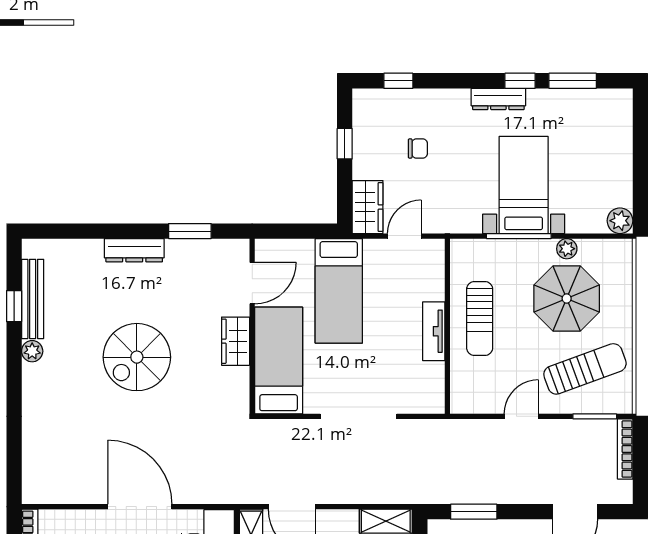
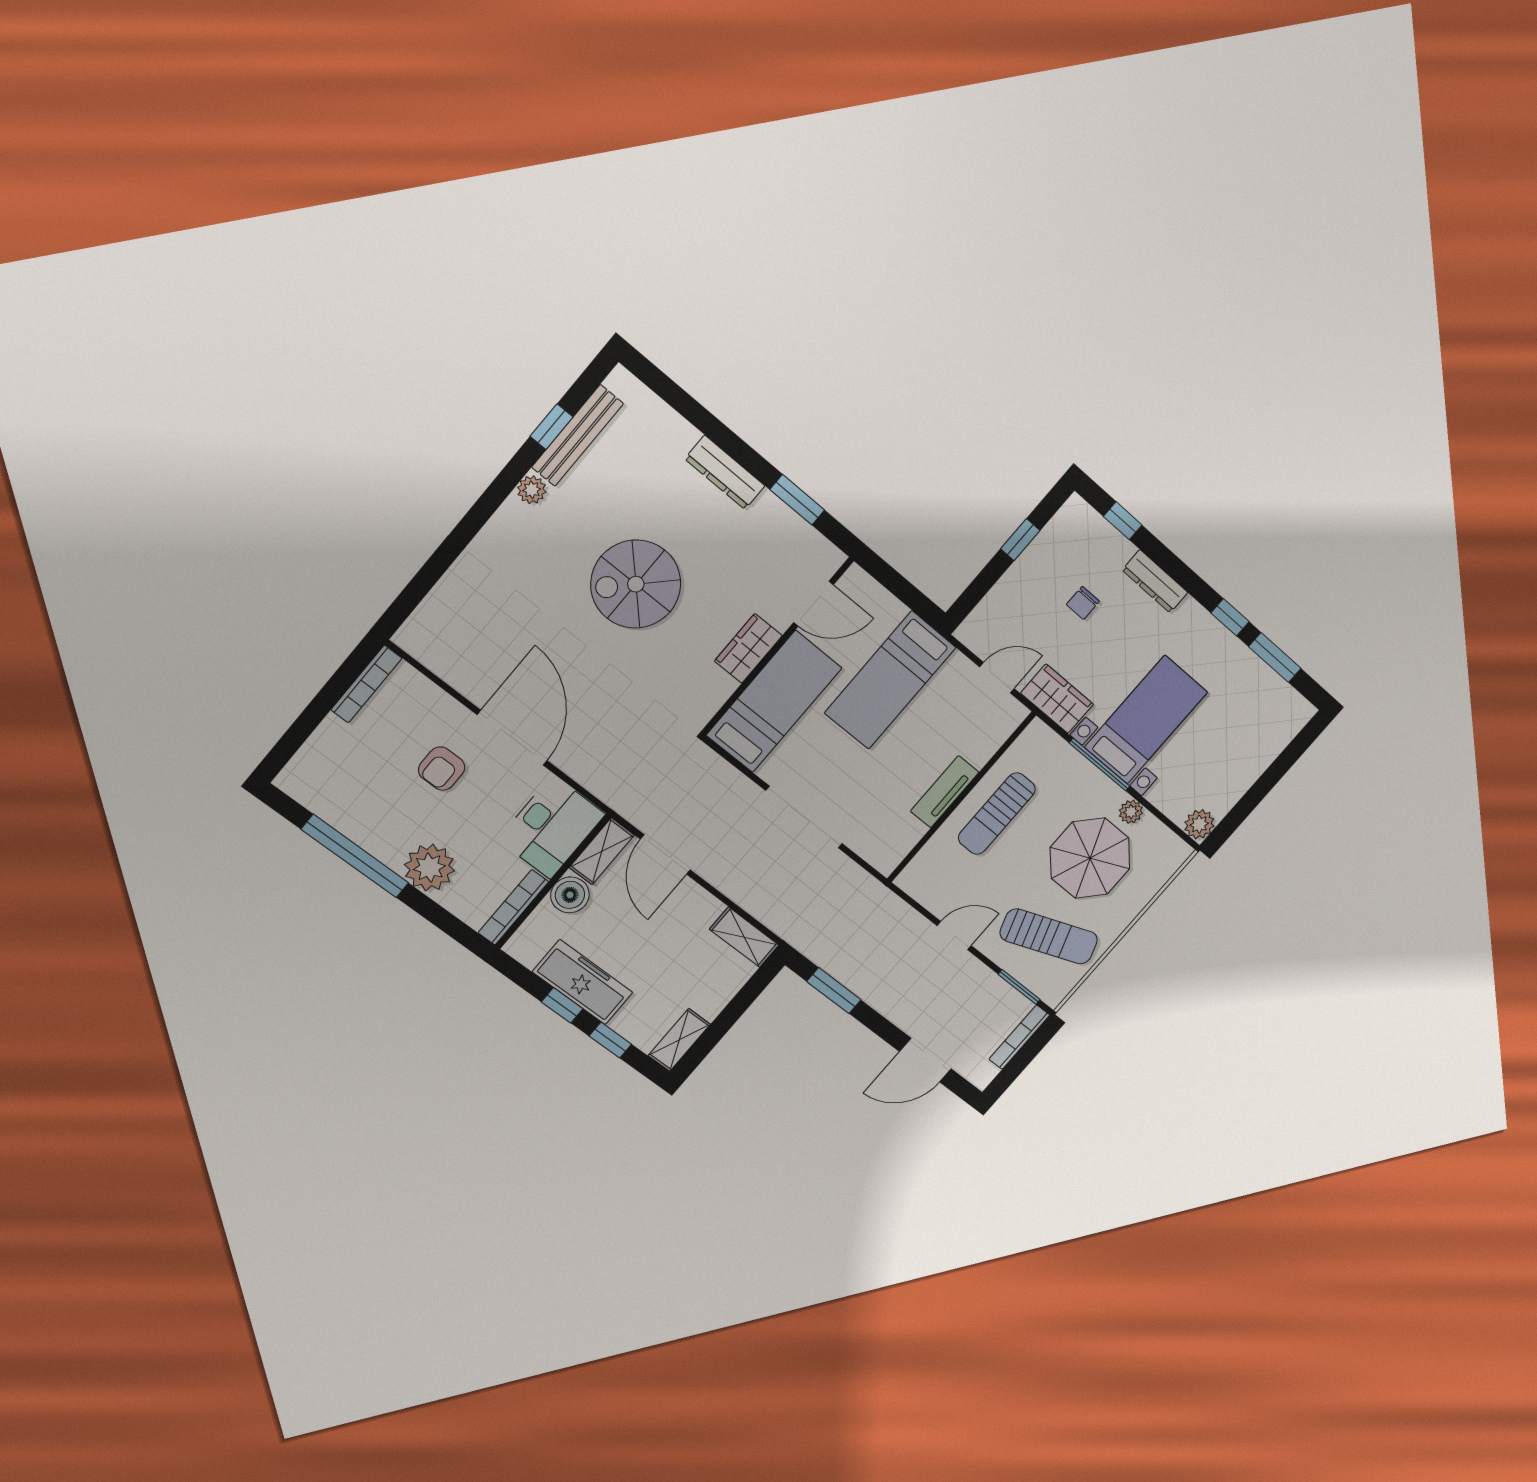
dresser: (498, 99) -> (1155, 581), moved
chair: (418, 148) -> (1083, 603), turned 90
wardrobe: (368, 207) -> (1057, 699), moved, turned -90

